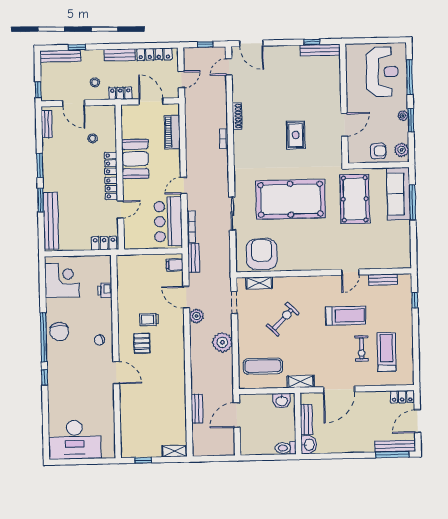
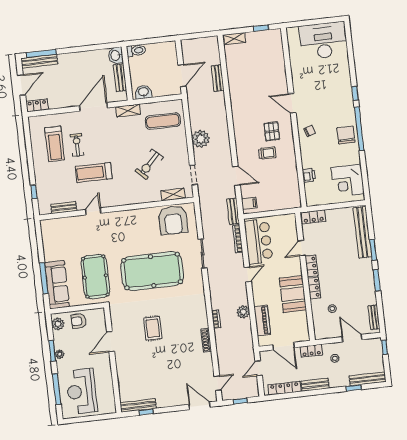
plant: (196, 316) -> (243, 312), moved

